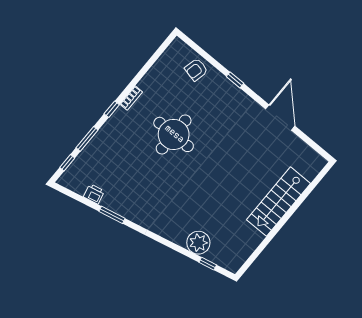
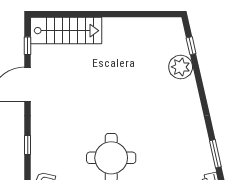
window: (309, 141) -> (28, 46), added
stairs: (279, 202) -> (66, 31), moved

